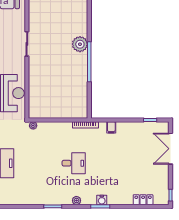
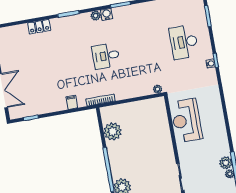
plant: (80, 95) -> (113, 131), added
water cooler: (102, 200) -> (107, 14), moved
locker: (143, 200) -> (39, 27), moved

